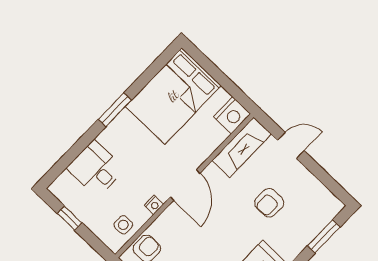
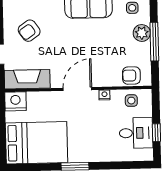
desk: (96, 169) -> (136, 133), moved, turned -90
armchair: (269, 203) -> (29, 31), moved, turned 145

